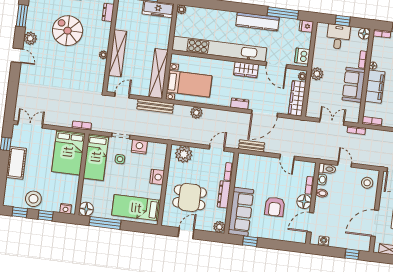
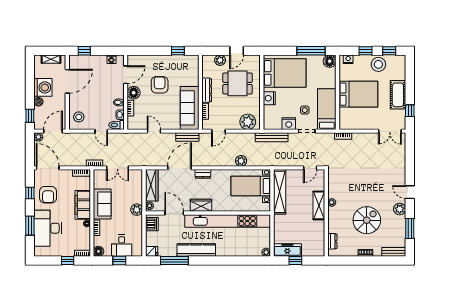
spiral stairs: (68, 31) -> (367, 220), turned -90
shelving: (118, 53) -> (319, 205), width x0.68
bench: (155, 106) -> (272, 137), moved
bed: (68, 152) -> (358, 94), moved, turned 90
bed: (136, 208) -> (285, 73), width x1.50
sofa: (241, 212) -> (190, 108), moved
plant: (219, 227) -> (220, 60), moved

